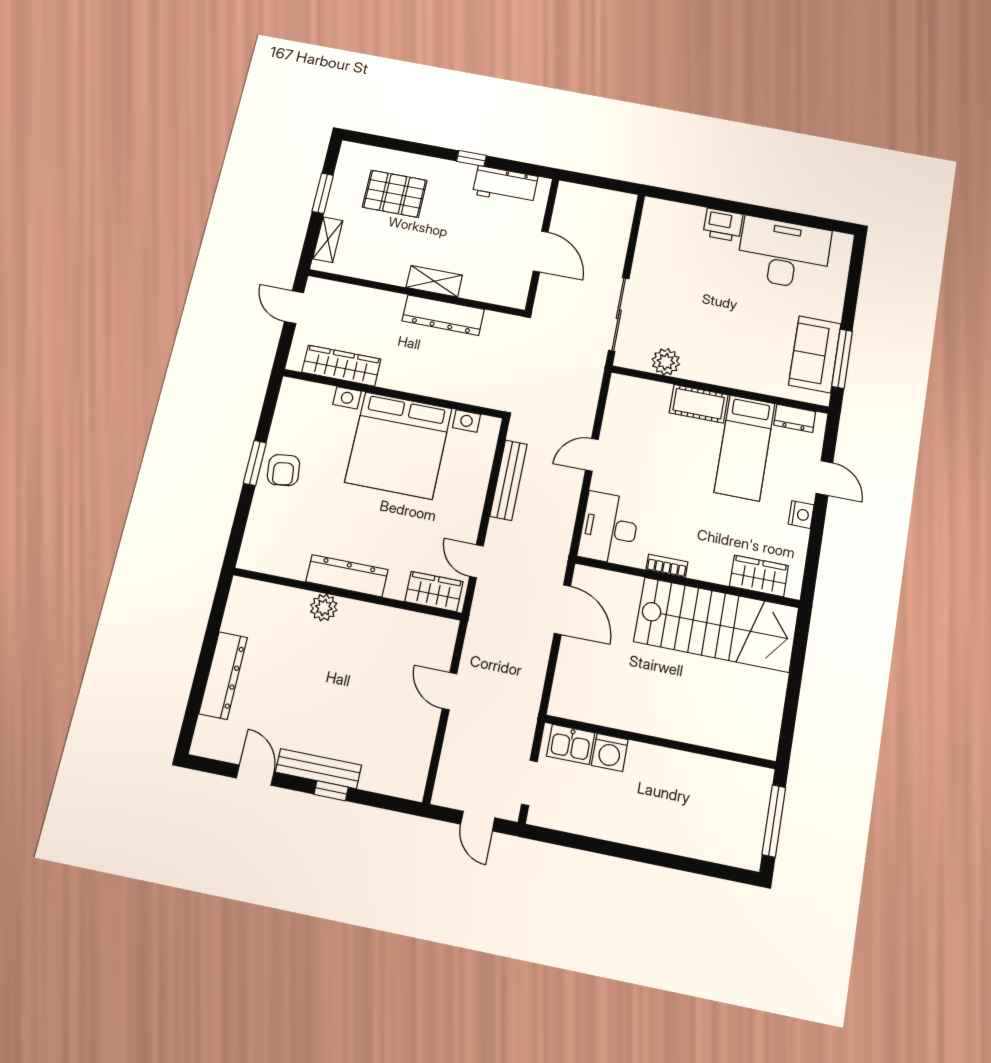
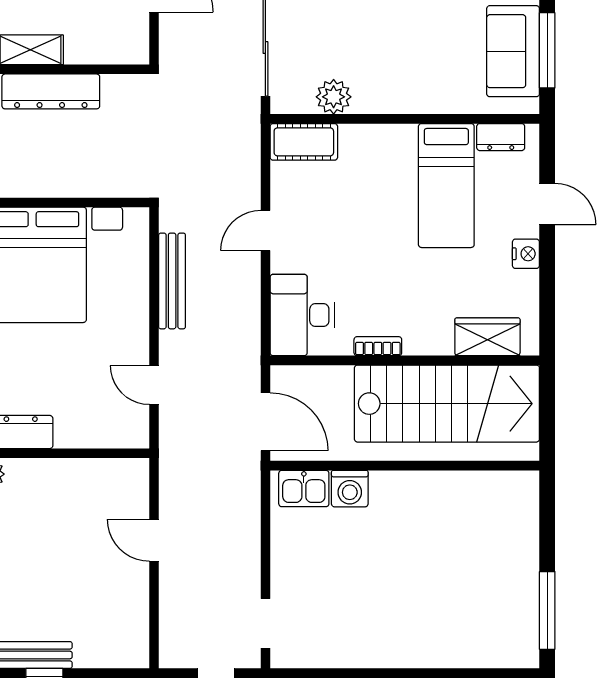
cot: (699, 404) -> (304, 142), moved
wardrobe: (434, 592) -> (112, 430), removed
wall: (660, 742) -> (405, 466), moved
kitchen sink: (571, 744) -> (304, 488), moved
washing machine: (610, 752) -> (350, 489), moved

